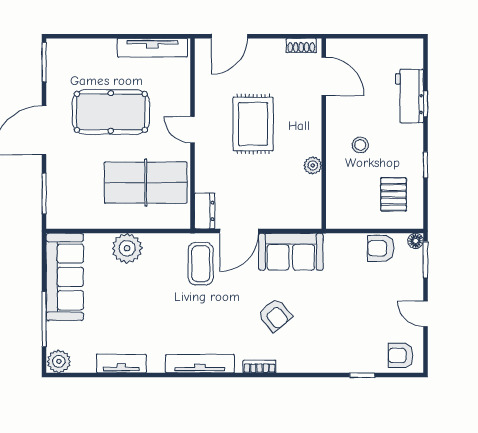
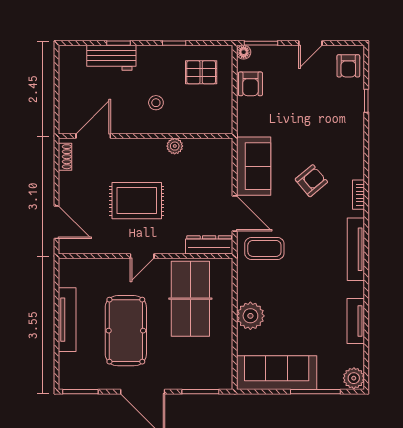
tv unit: (152, 48) -> (67, 320), moved
dresser: (205, 211) -> (209, 245), width x1.44

